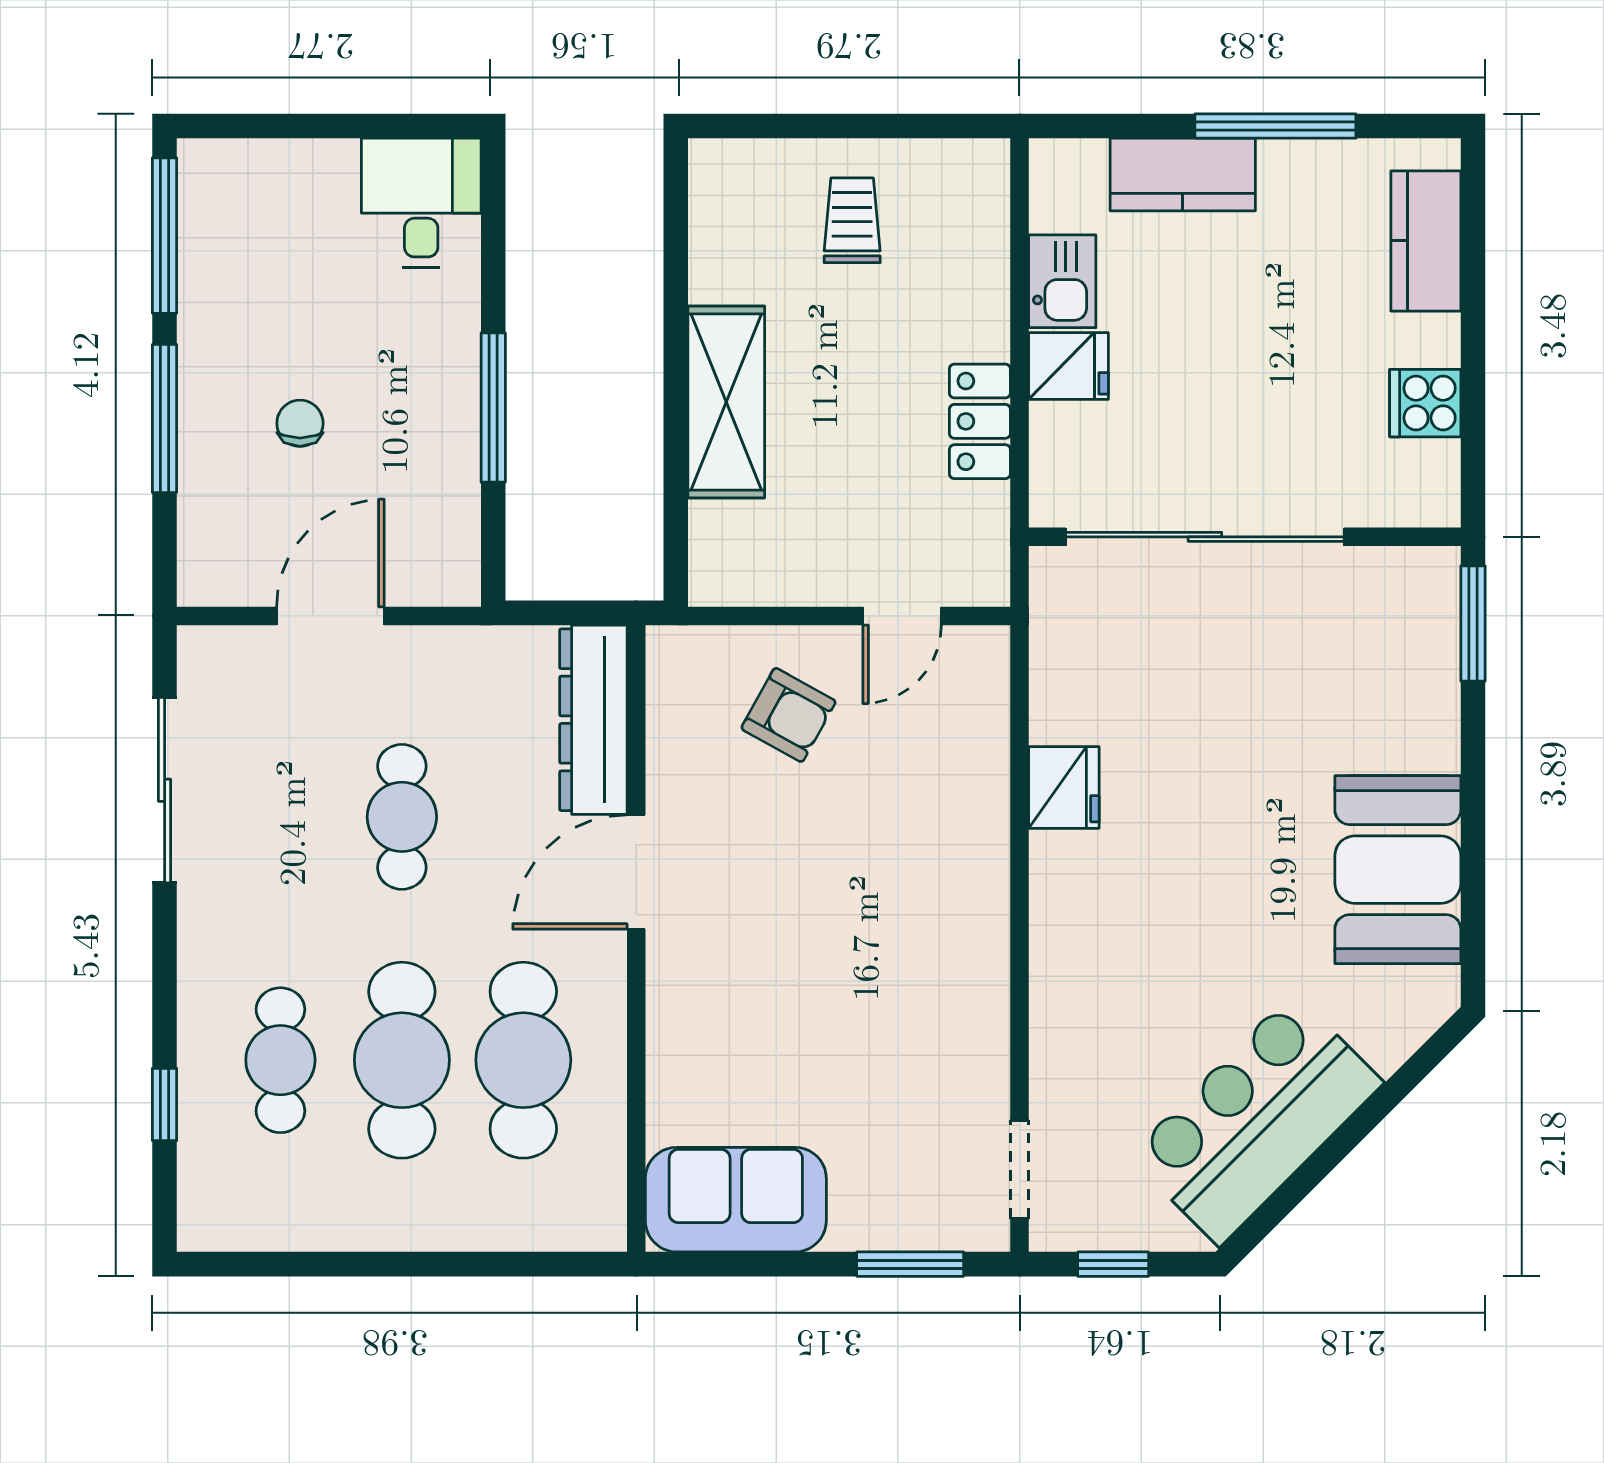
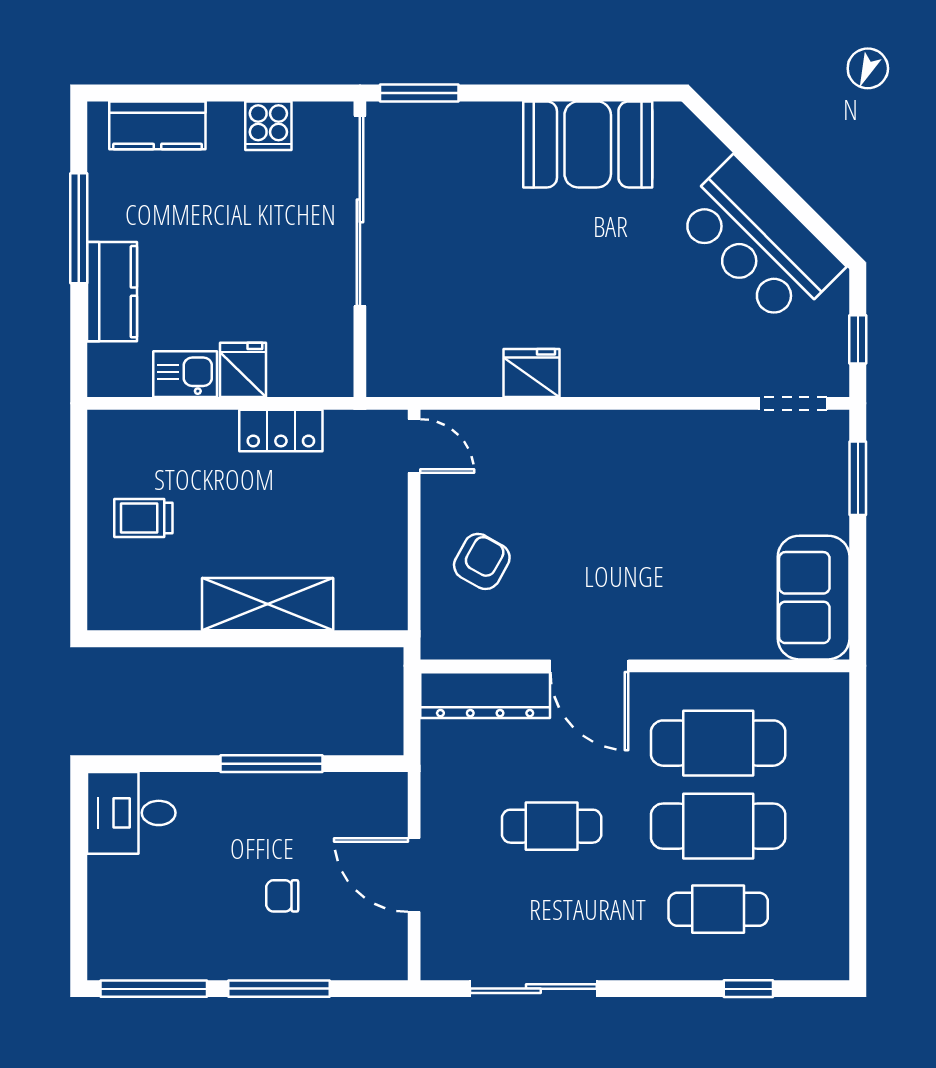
sliding door: (1205, 537) -> (360, 211), moved
door: (902, 616) -> (414, 446), moved

